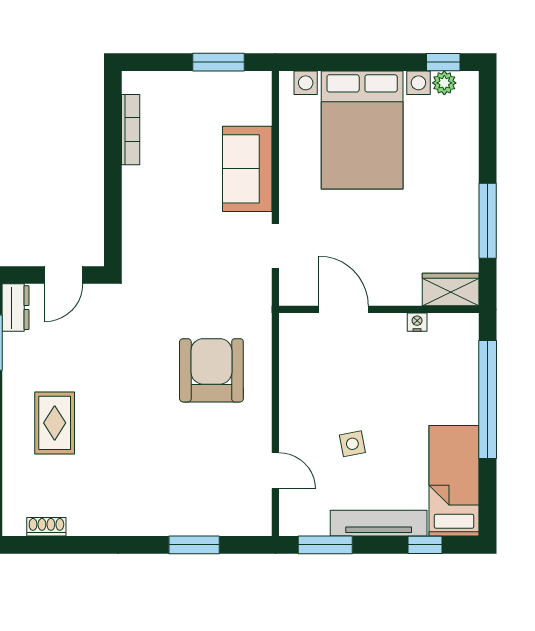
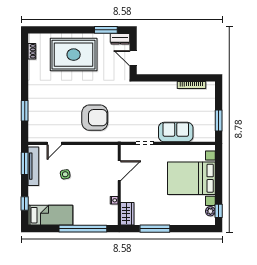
rug: (55, 423) -> (74, 55), width x1.86, depth x2.06
tv unit: (379, 523) -> (33, 166), moved

